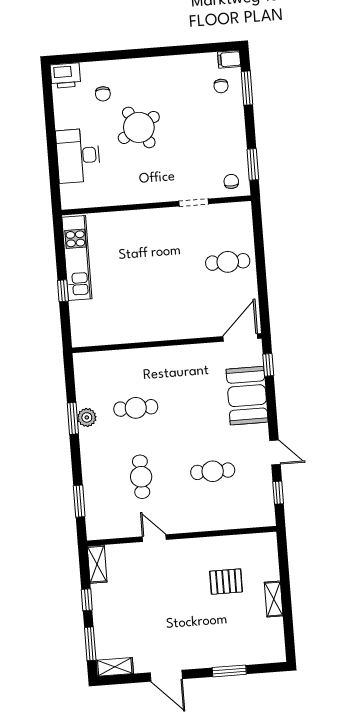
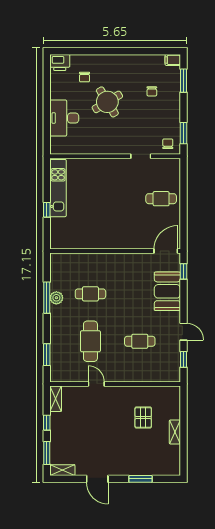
chair: (221, 86) -> (152, 91), moved
window: (73, 418) -> (47, 298), width x1.44
cafe table: (141, 477) -> (90, 341), width x1.37, depth x1.35
pallet: (226, 582) -> (143, 418), turned 90

